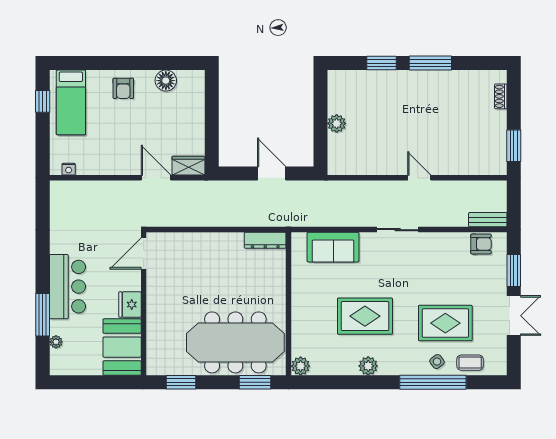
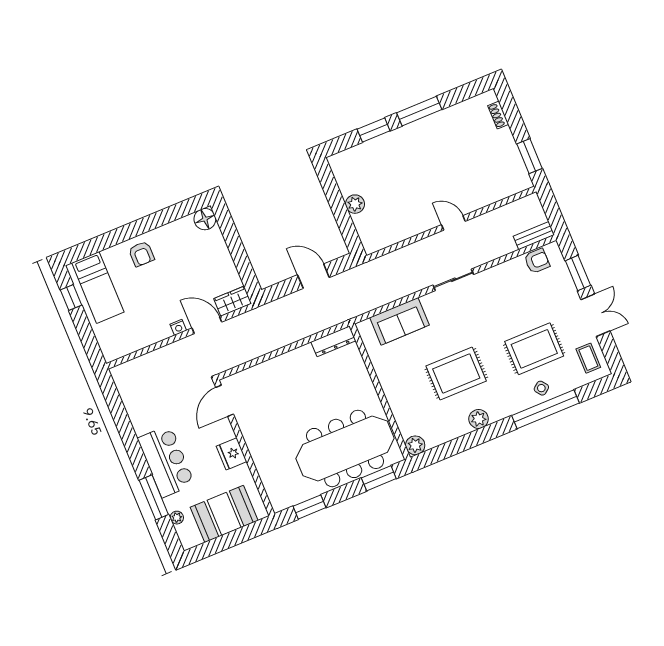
floor lamp: (166, 81) -> (205, 219), moved
nightstand: (69, 169) -> (178, 327), moved
booth: (122, 347) -> (224, 514), moved, turned 90
coffee table: (470, 363) -> (588, 358), moved, turned 90

